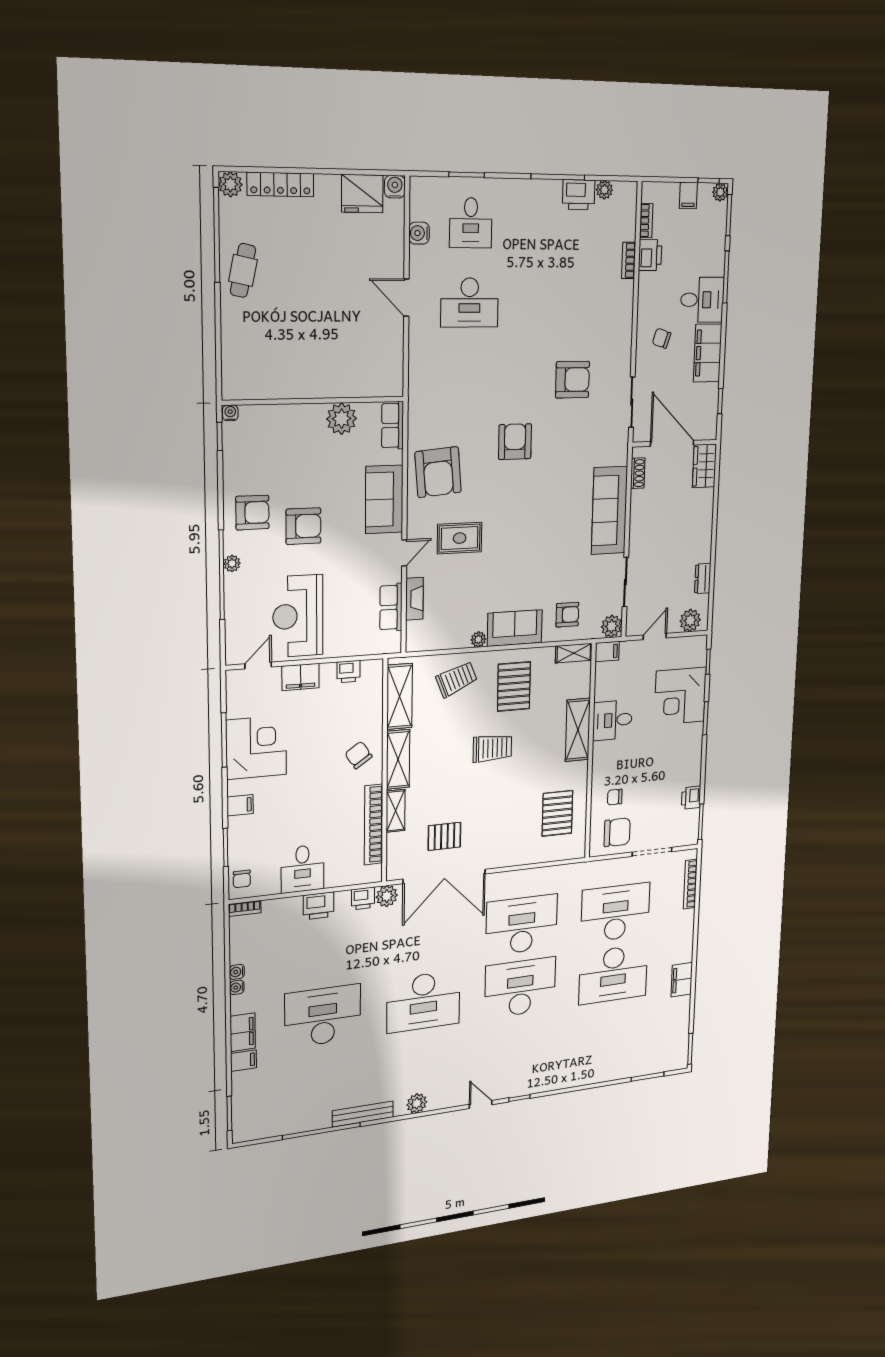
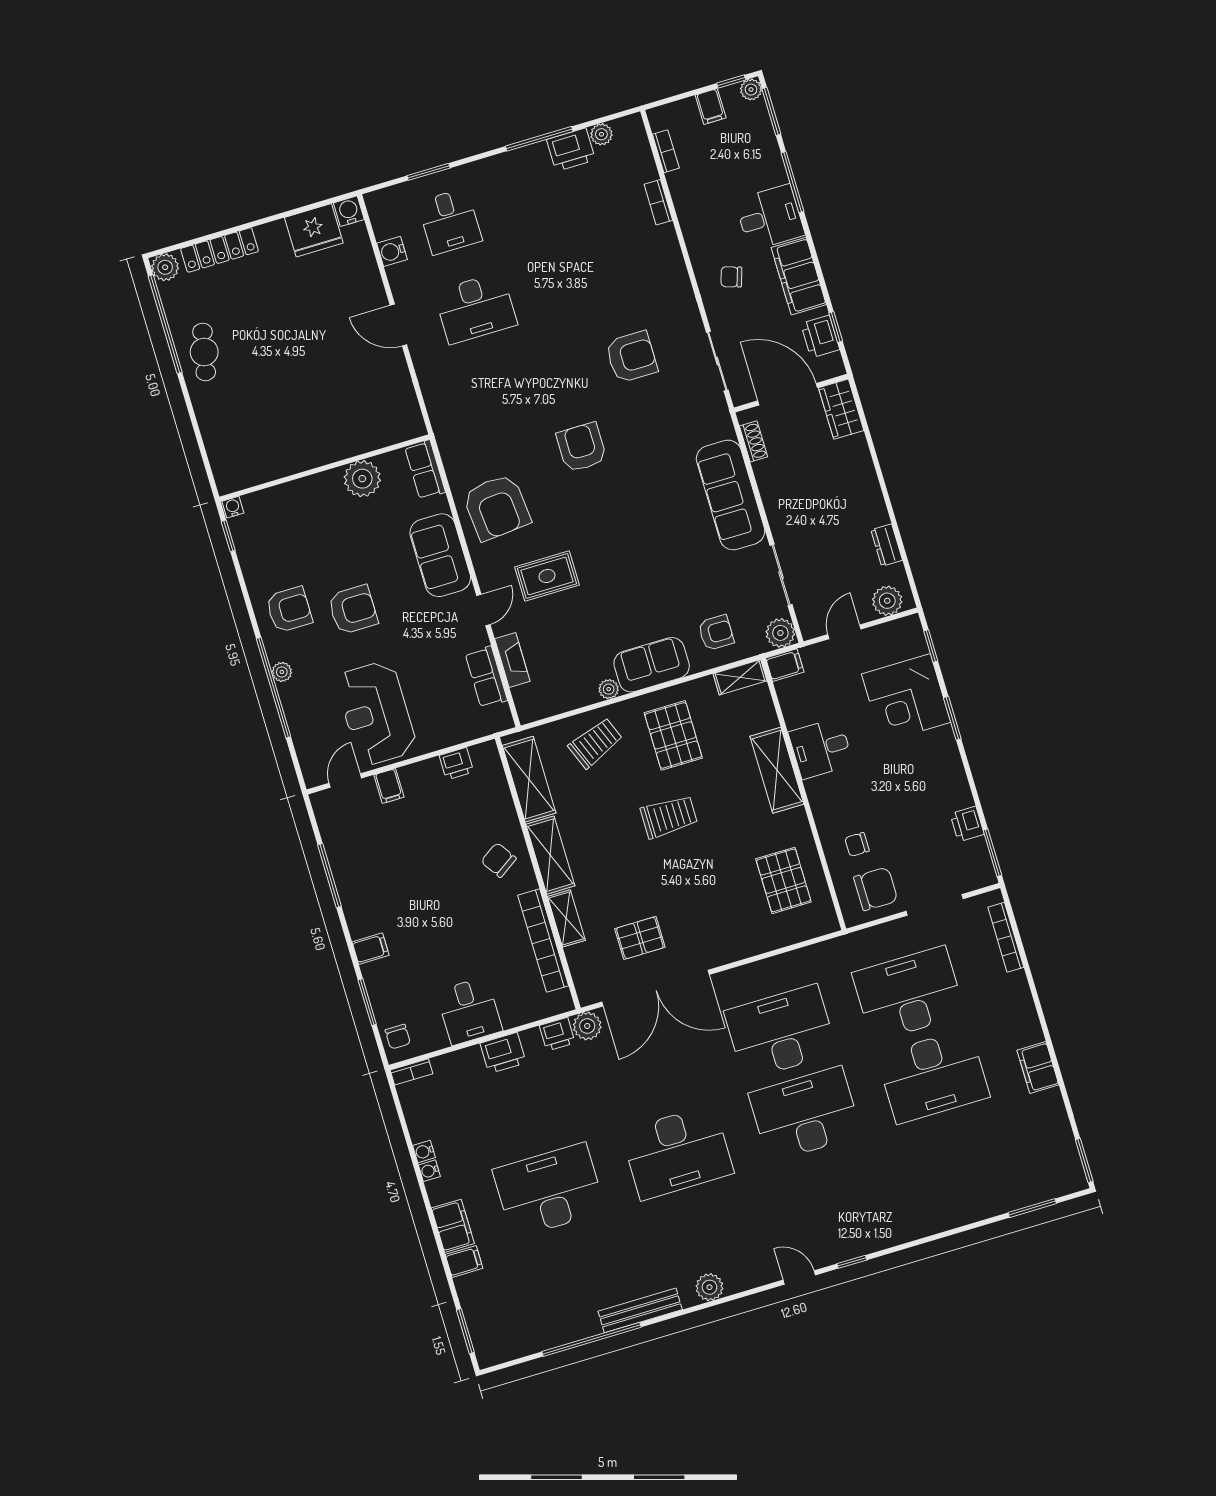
printer: (650, 255) -> (820, 337), moved, turned 180
filing cabinet: (300, 677) -> (389, 786), width x0.50
corner desk: (256, 747) -> (370, 876), removed

